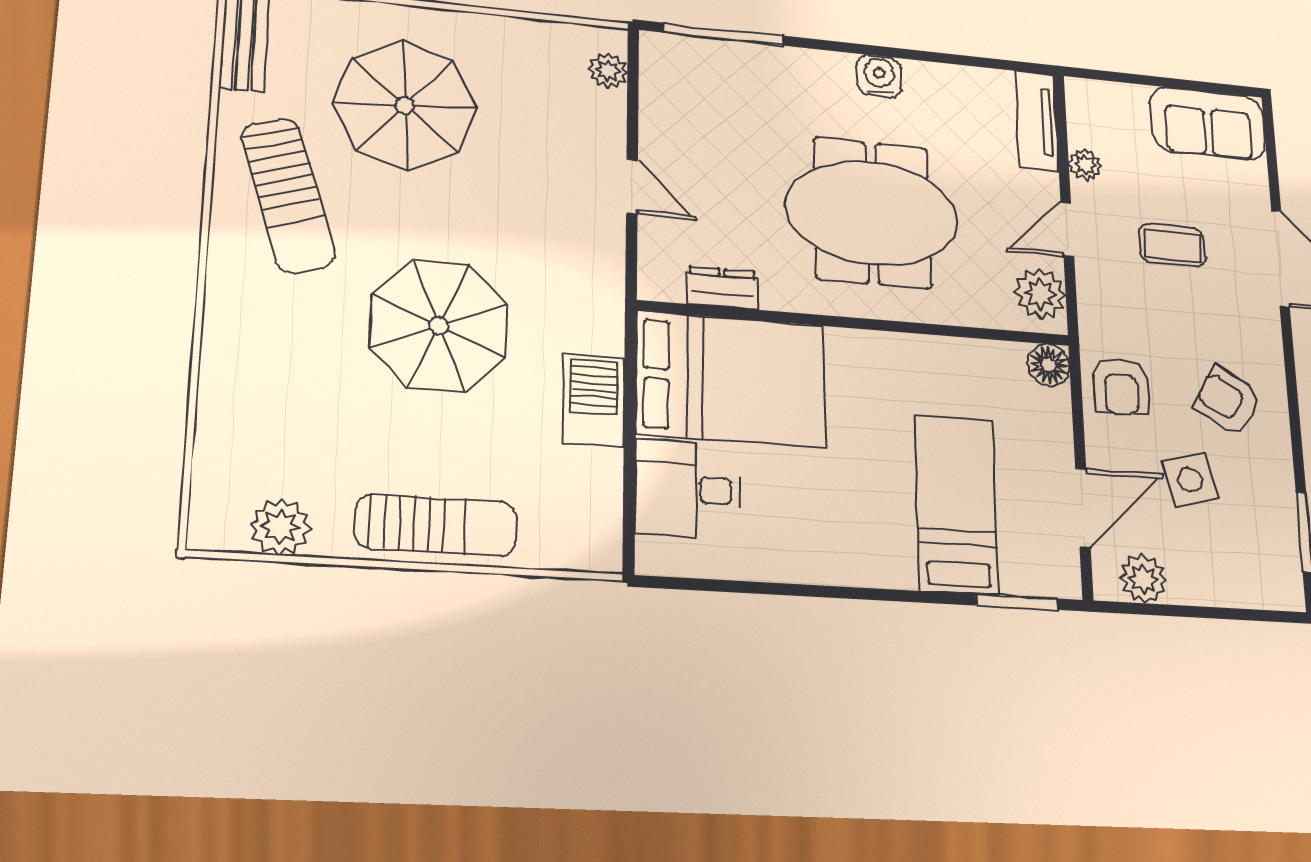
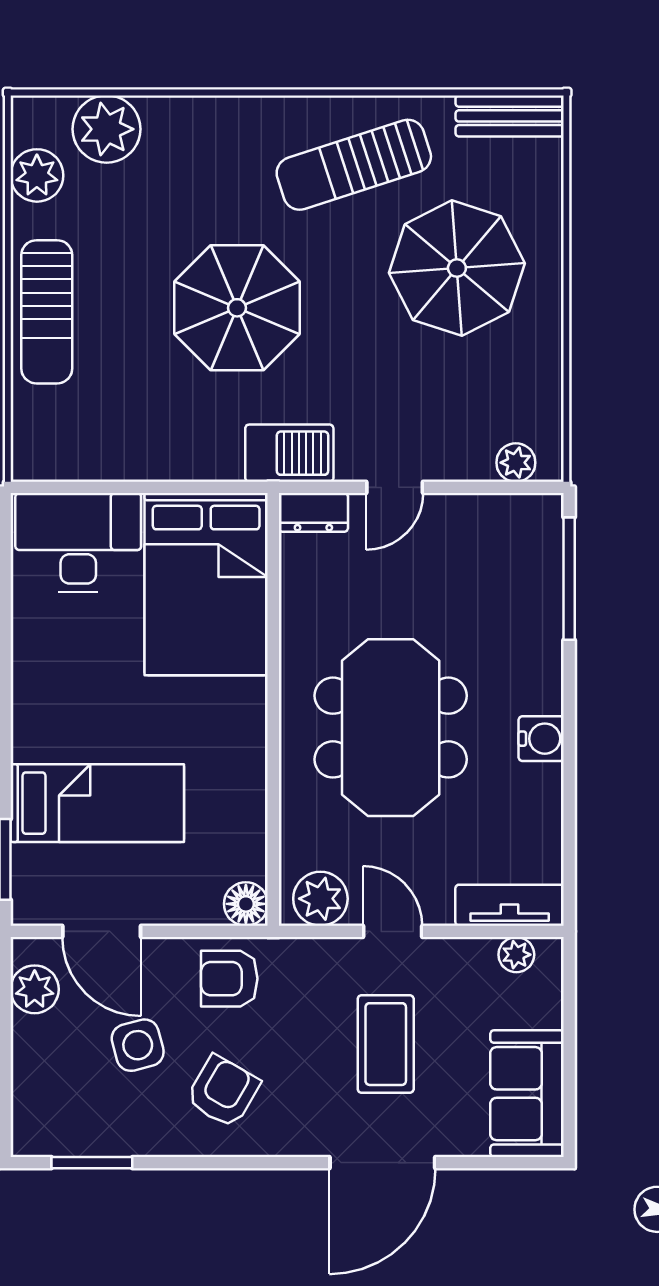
plant: (1085, 165) -> (516, 955), moved
coffee table: (1172, 245) -> (386, 1044), width x1.36, depth x1.30
dresser: (722, 288) -> (313, 512), moved, turned 90
barbecue: (594, 400) -> (289, 453), moved
plant: (232, 448) -> (107, 129), added
desk: (688, 489) -> (78, 542), width x1.37

